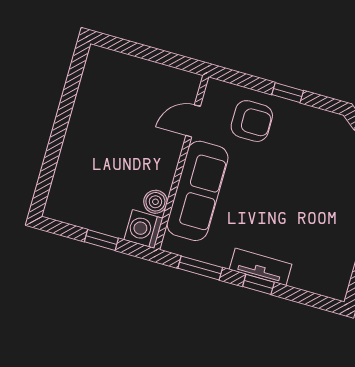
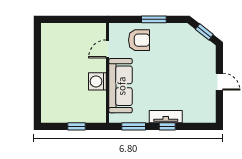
window: (288, 93) -> (154, 19), width x1.50
boiler: (155, 202) -> (100, 98), removed
washing machine: (143, 229) -> (97, 81), moved

